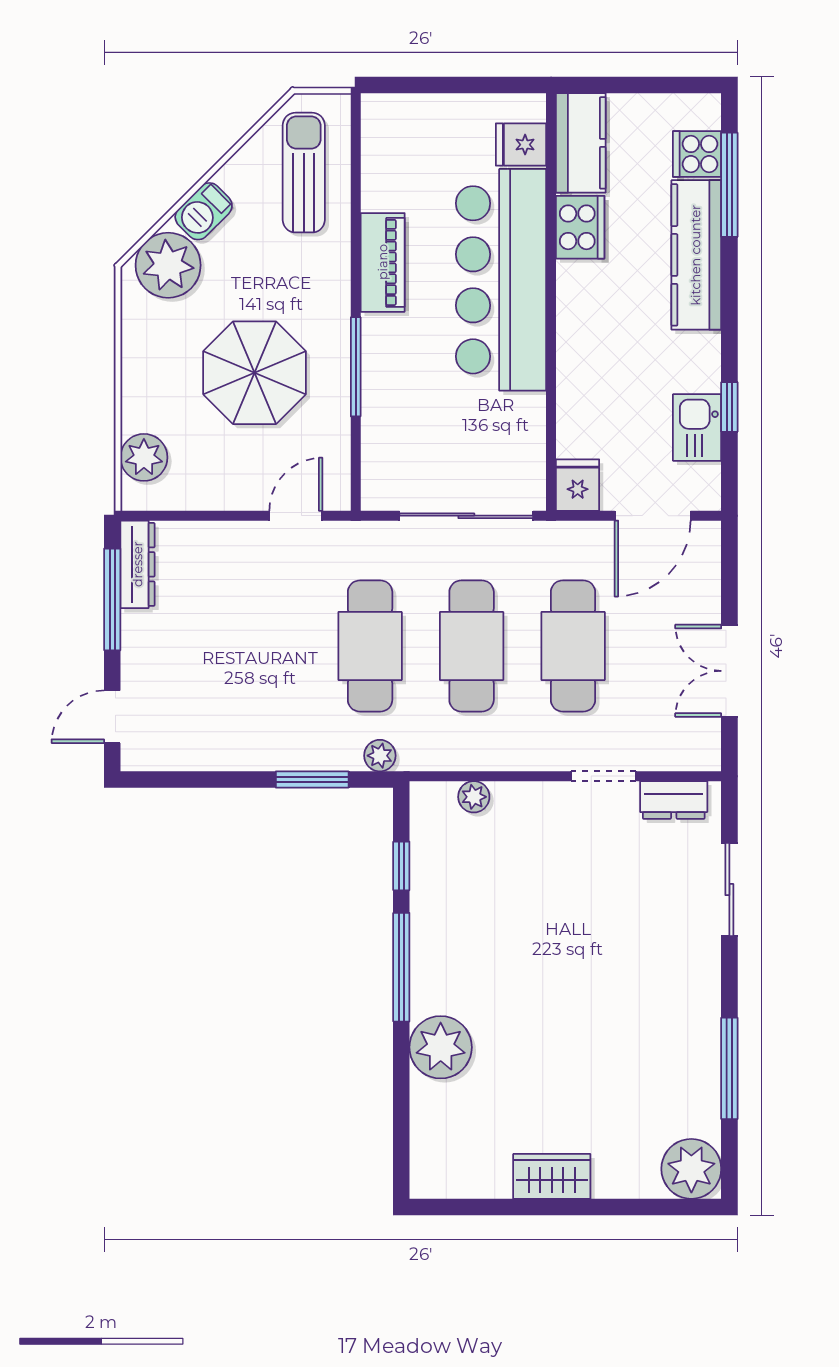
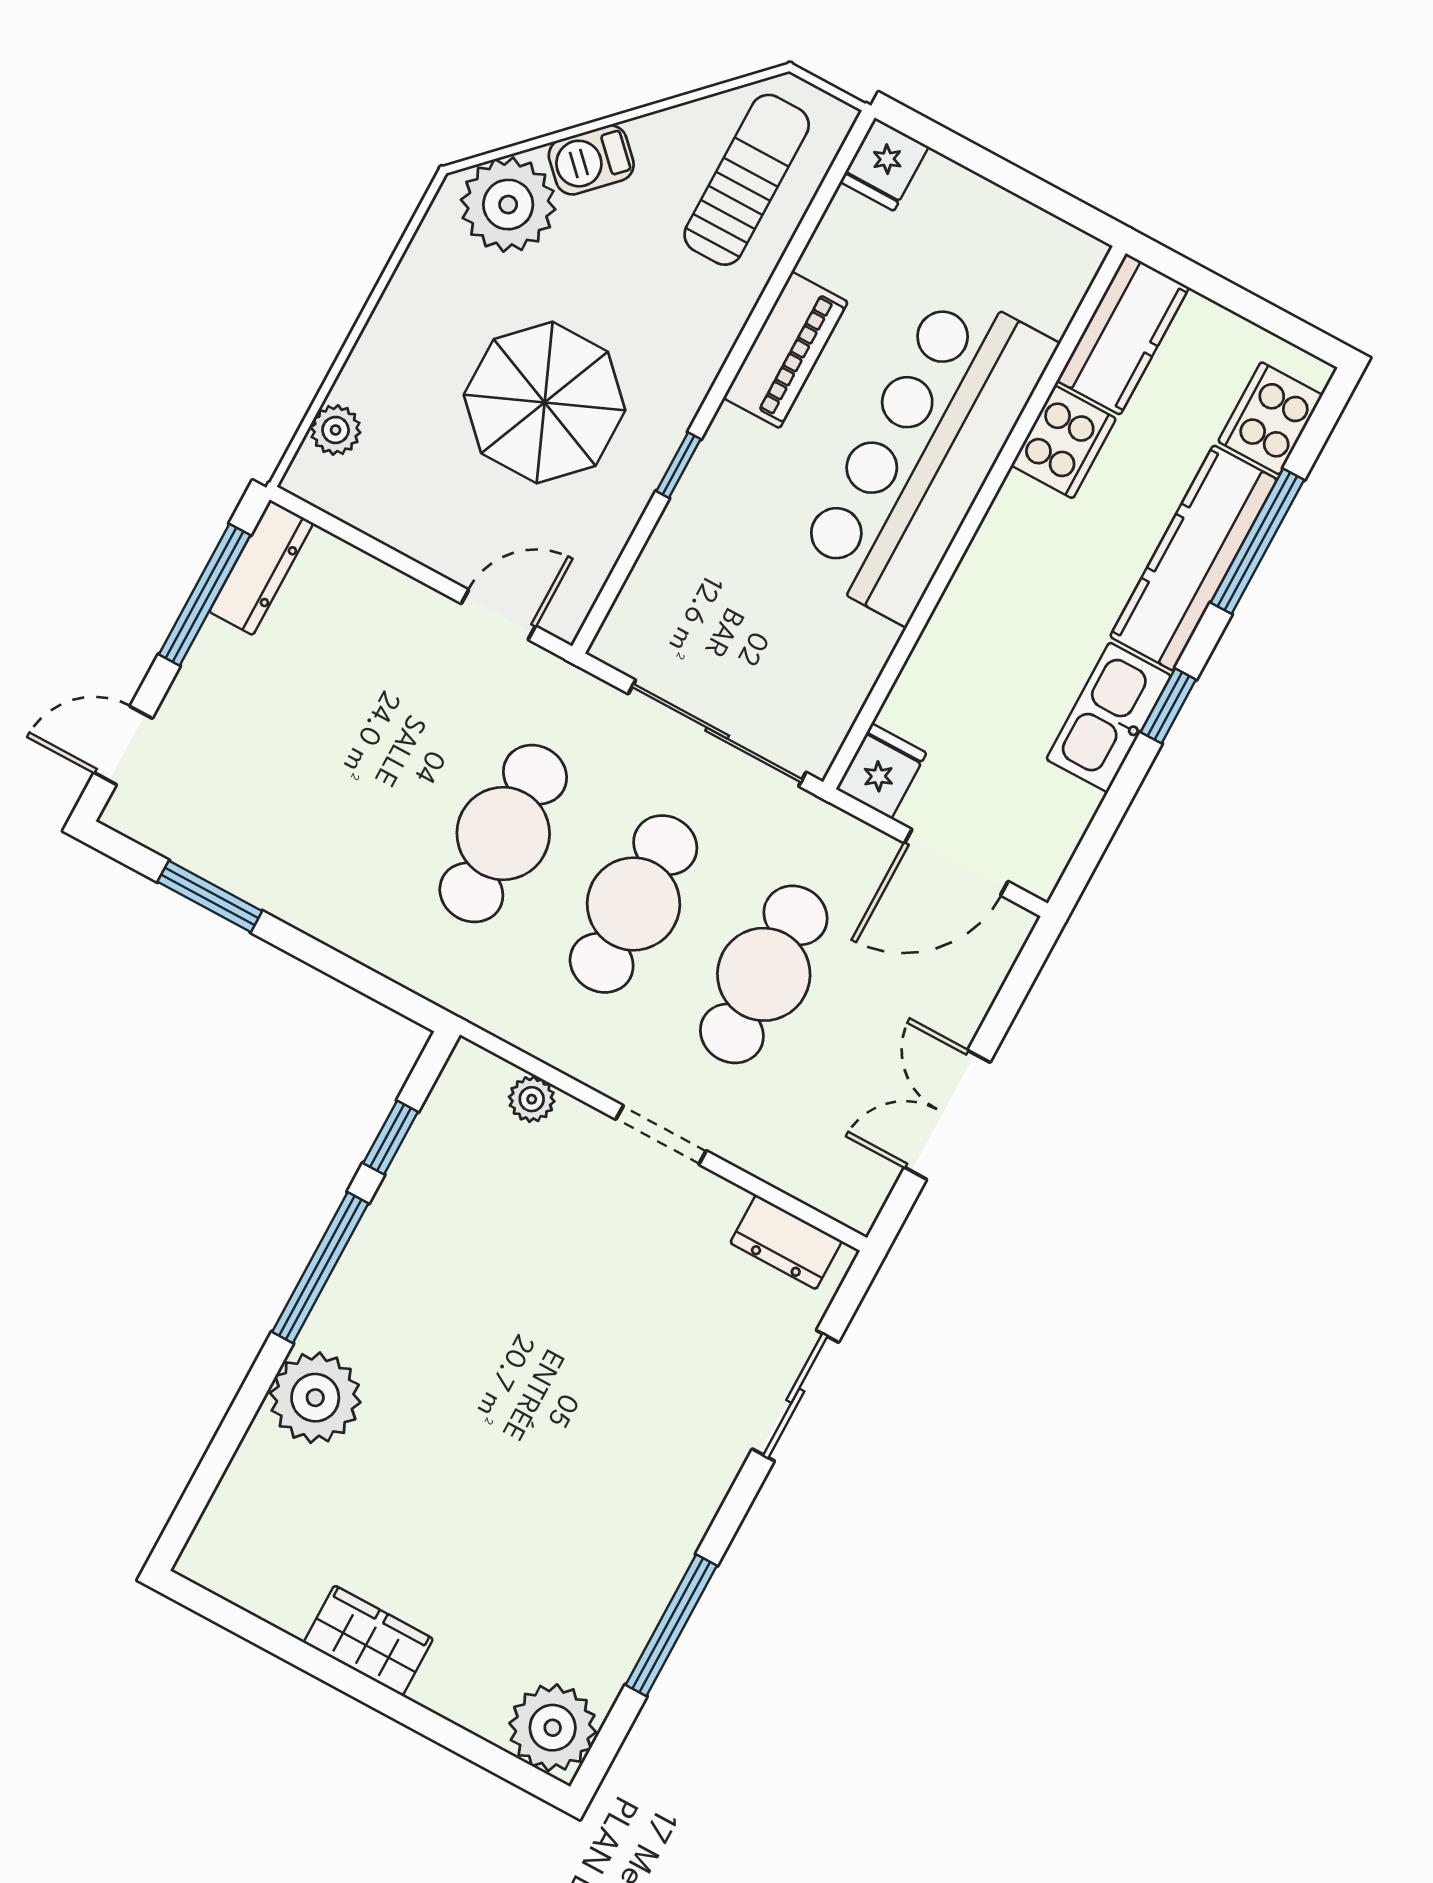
fridge: (521, 145) -> (884, 164), moved, turned -90
cooker: (697, 154) -> (1270, 418), width x1.36
window: (729, 185) -> (1257, 541), moved
window: (356, 367) -> (679, 465), width x0.46
window: (729, 407) -> (1168, 706), moved
kitchen sink: (697, 427) -> (1109, 717), moved, width x1.38
plant: (144, 457) -> (336, 430), width x0.73, depth x0.73
plant: (380, 756) -> (440, 981), removed
doorway: (604, 776) -> (661, 1135), moved
window: (312, 779) -> (210, 896), moved

